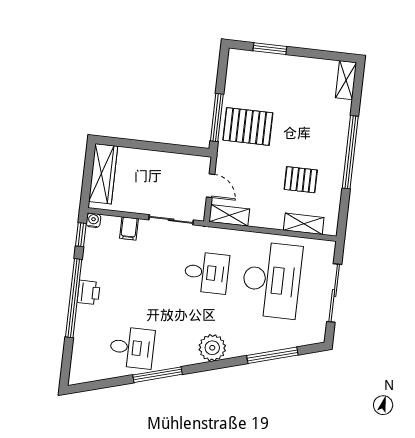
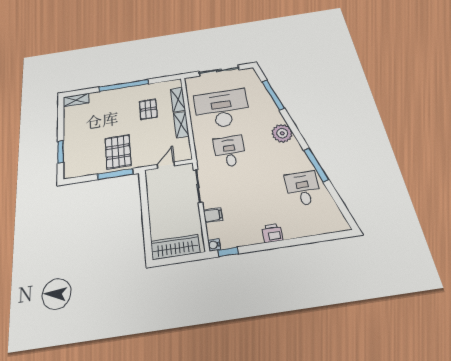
shelving: (229, 215) -> (181, 125), moved
window: (74, 298) -> (281, 244), removed

